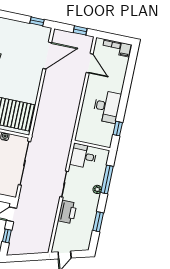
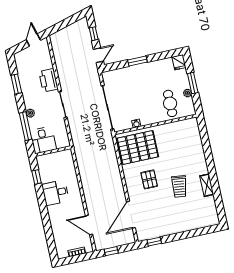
filing cabinet: (125, 50) -> (62, 252), removed
pallet: (16, 80) -> (149, 179), added
desk: (107, 107) -> (56, 193), width x0.73
desk: (83, 156) -> (43, 140), moved, turned 90

